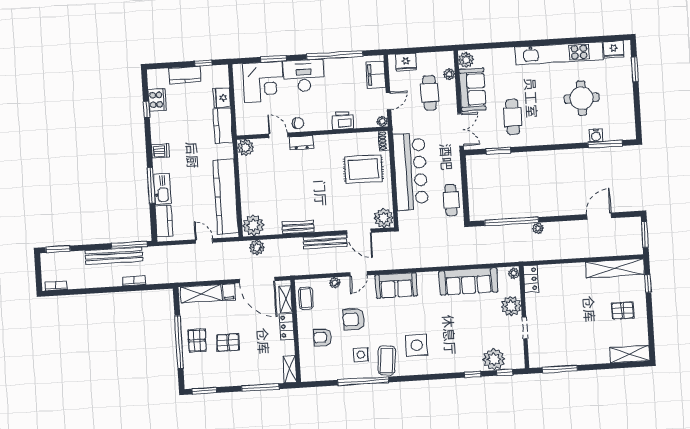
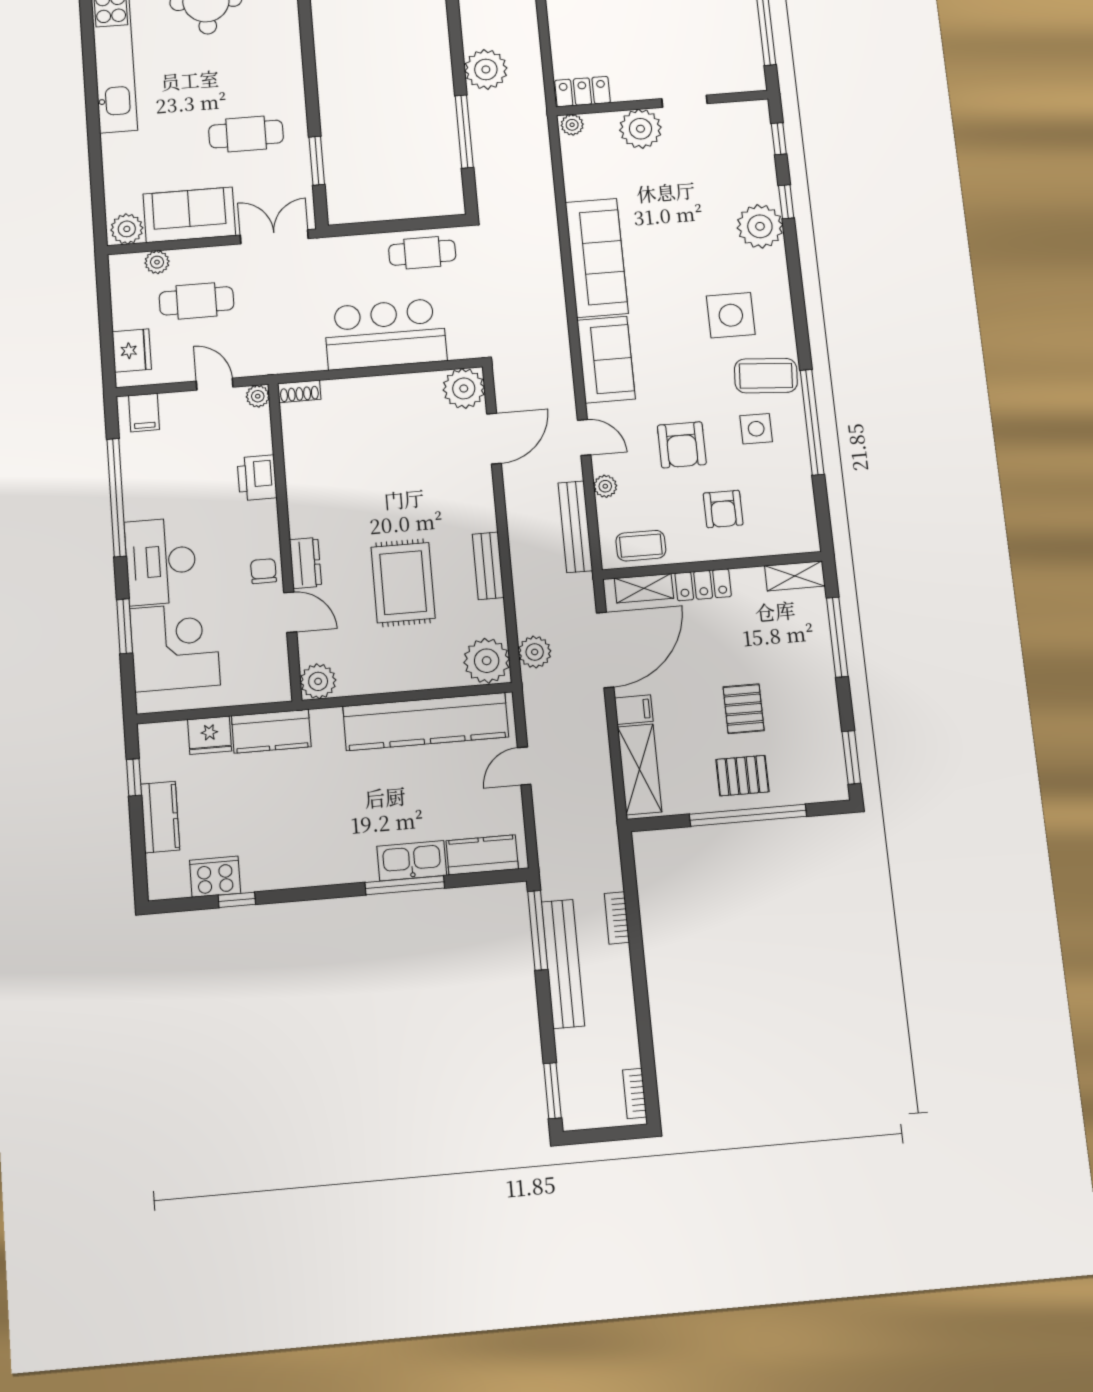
filing cabinet: (376, 75) -> (144, 413), width x0.50
door: (278, 135) -> (290, 612), swing flipped
dishwasher: (160, 151) -> (328, 867), removed
rug: (363, 169) -> (403, 583), moved
bar counter: (411, 172) -> (385, 334), width x0.73
window: (512, 222) -> (464, 131), width x0.68
plant: (538, 228) -> (486, 69), width x1.88, depth x1.88
bench: (325, 242) -> (575, 527), moved
sofa: (468, 281) -> (597, 258), moved
plant: (494, 359) -> (760, 226), moved

